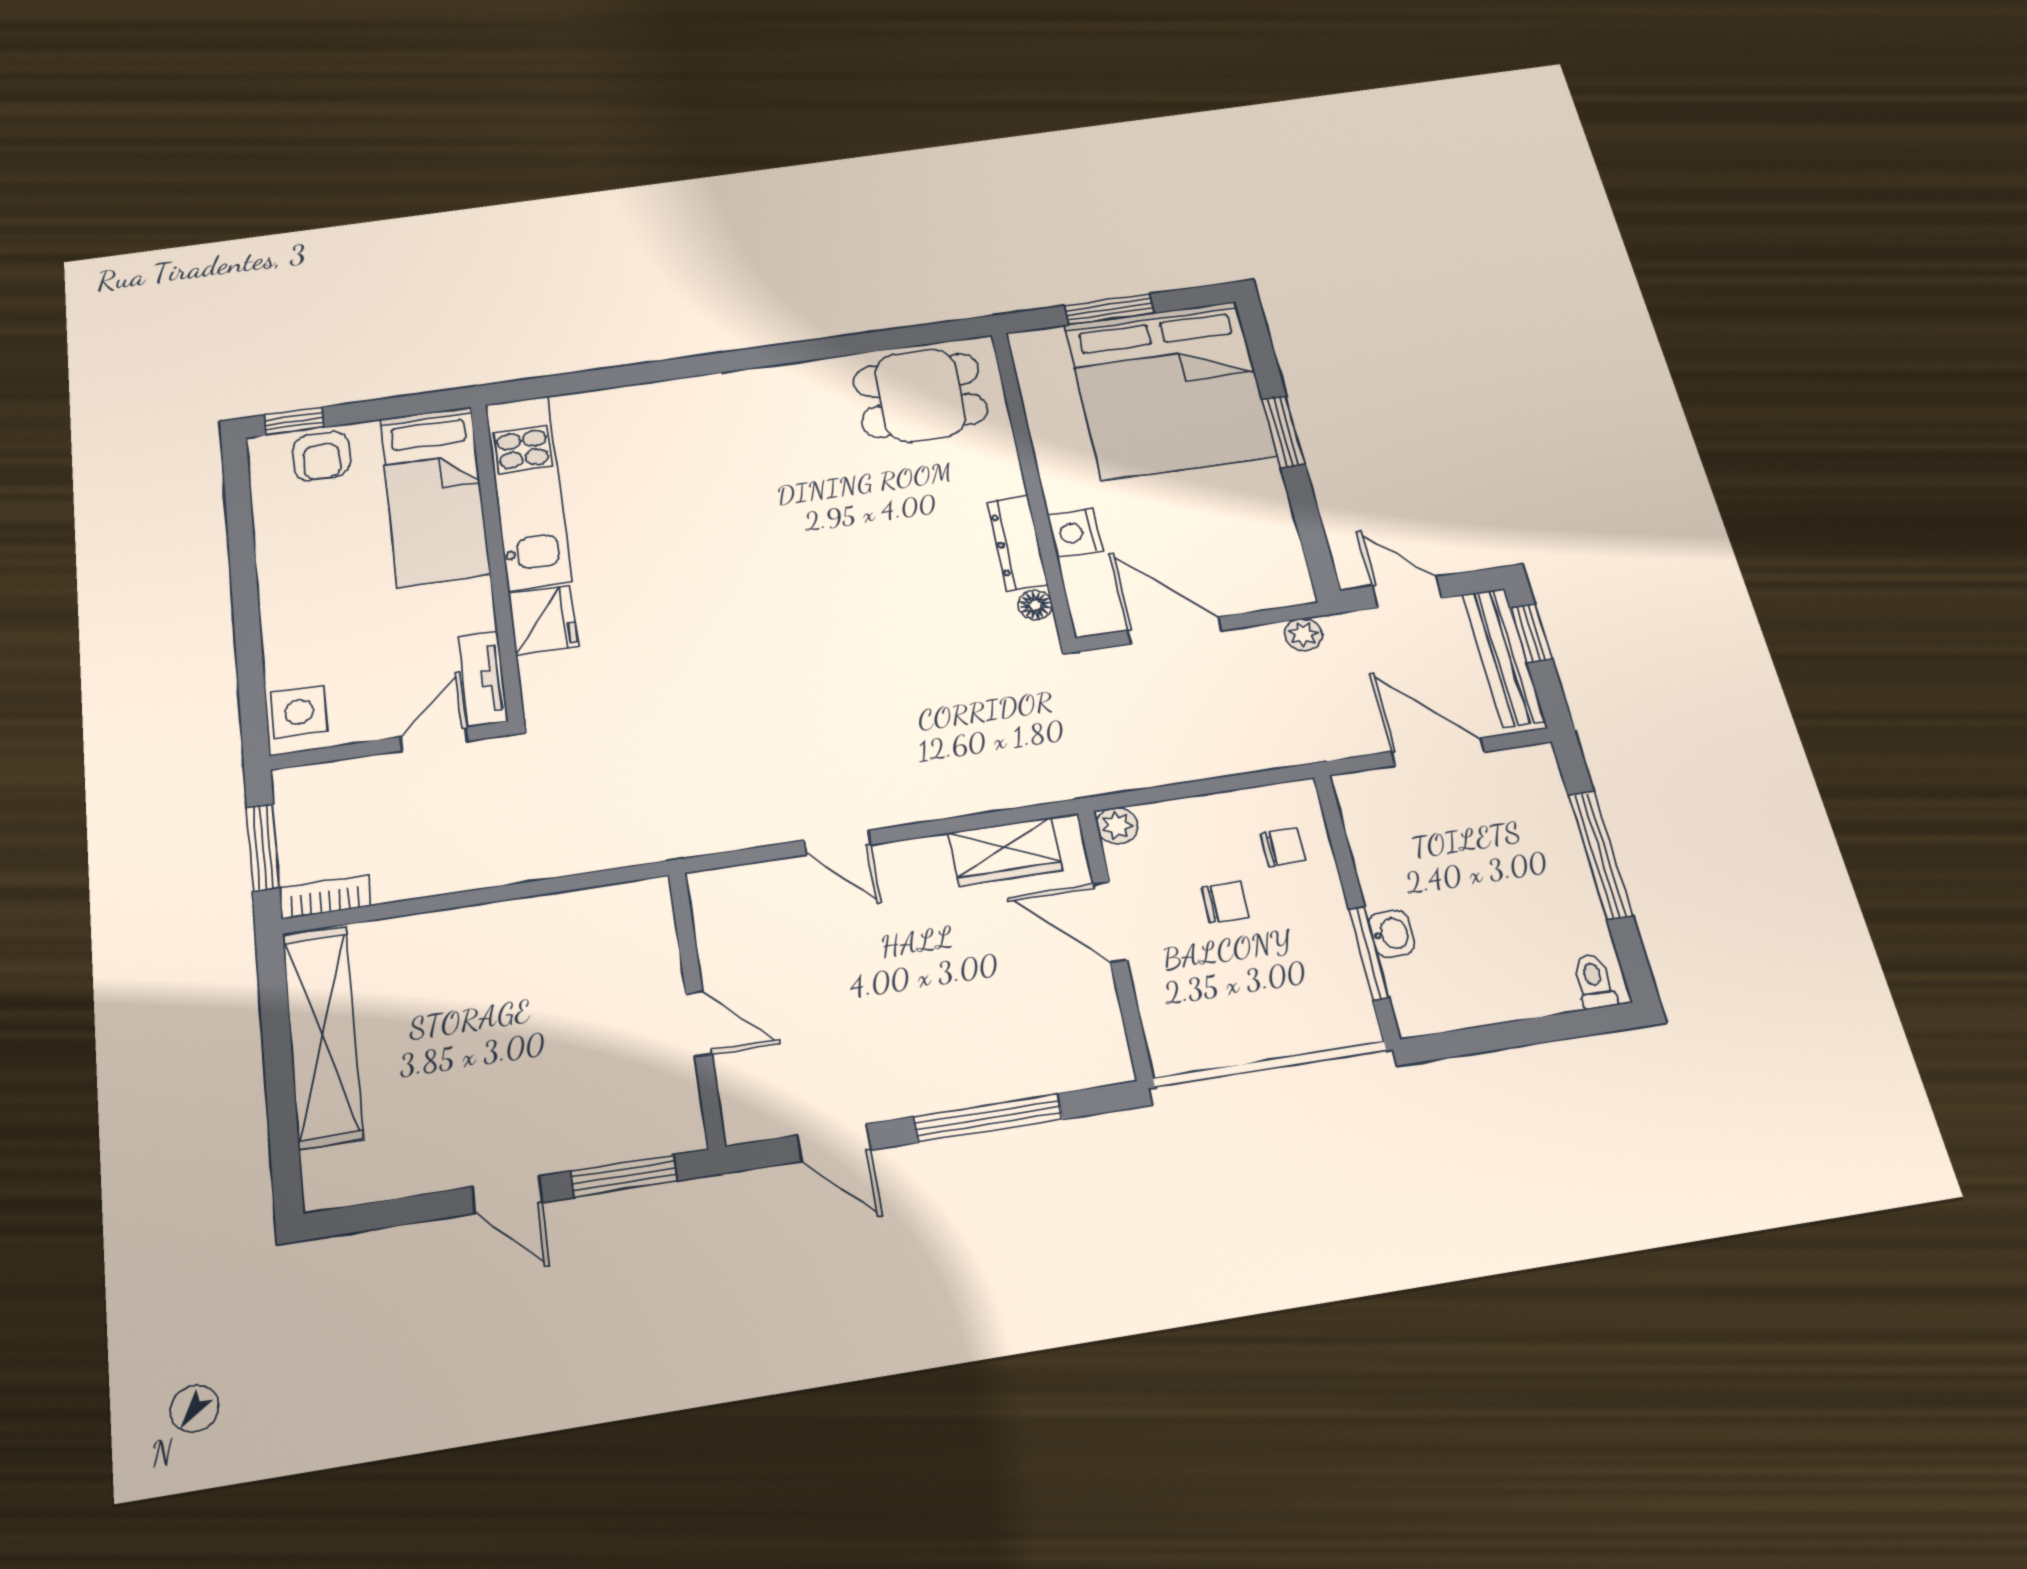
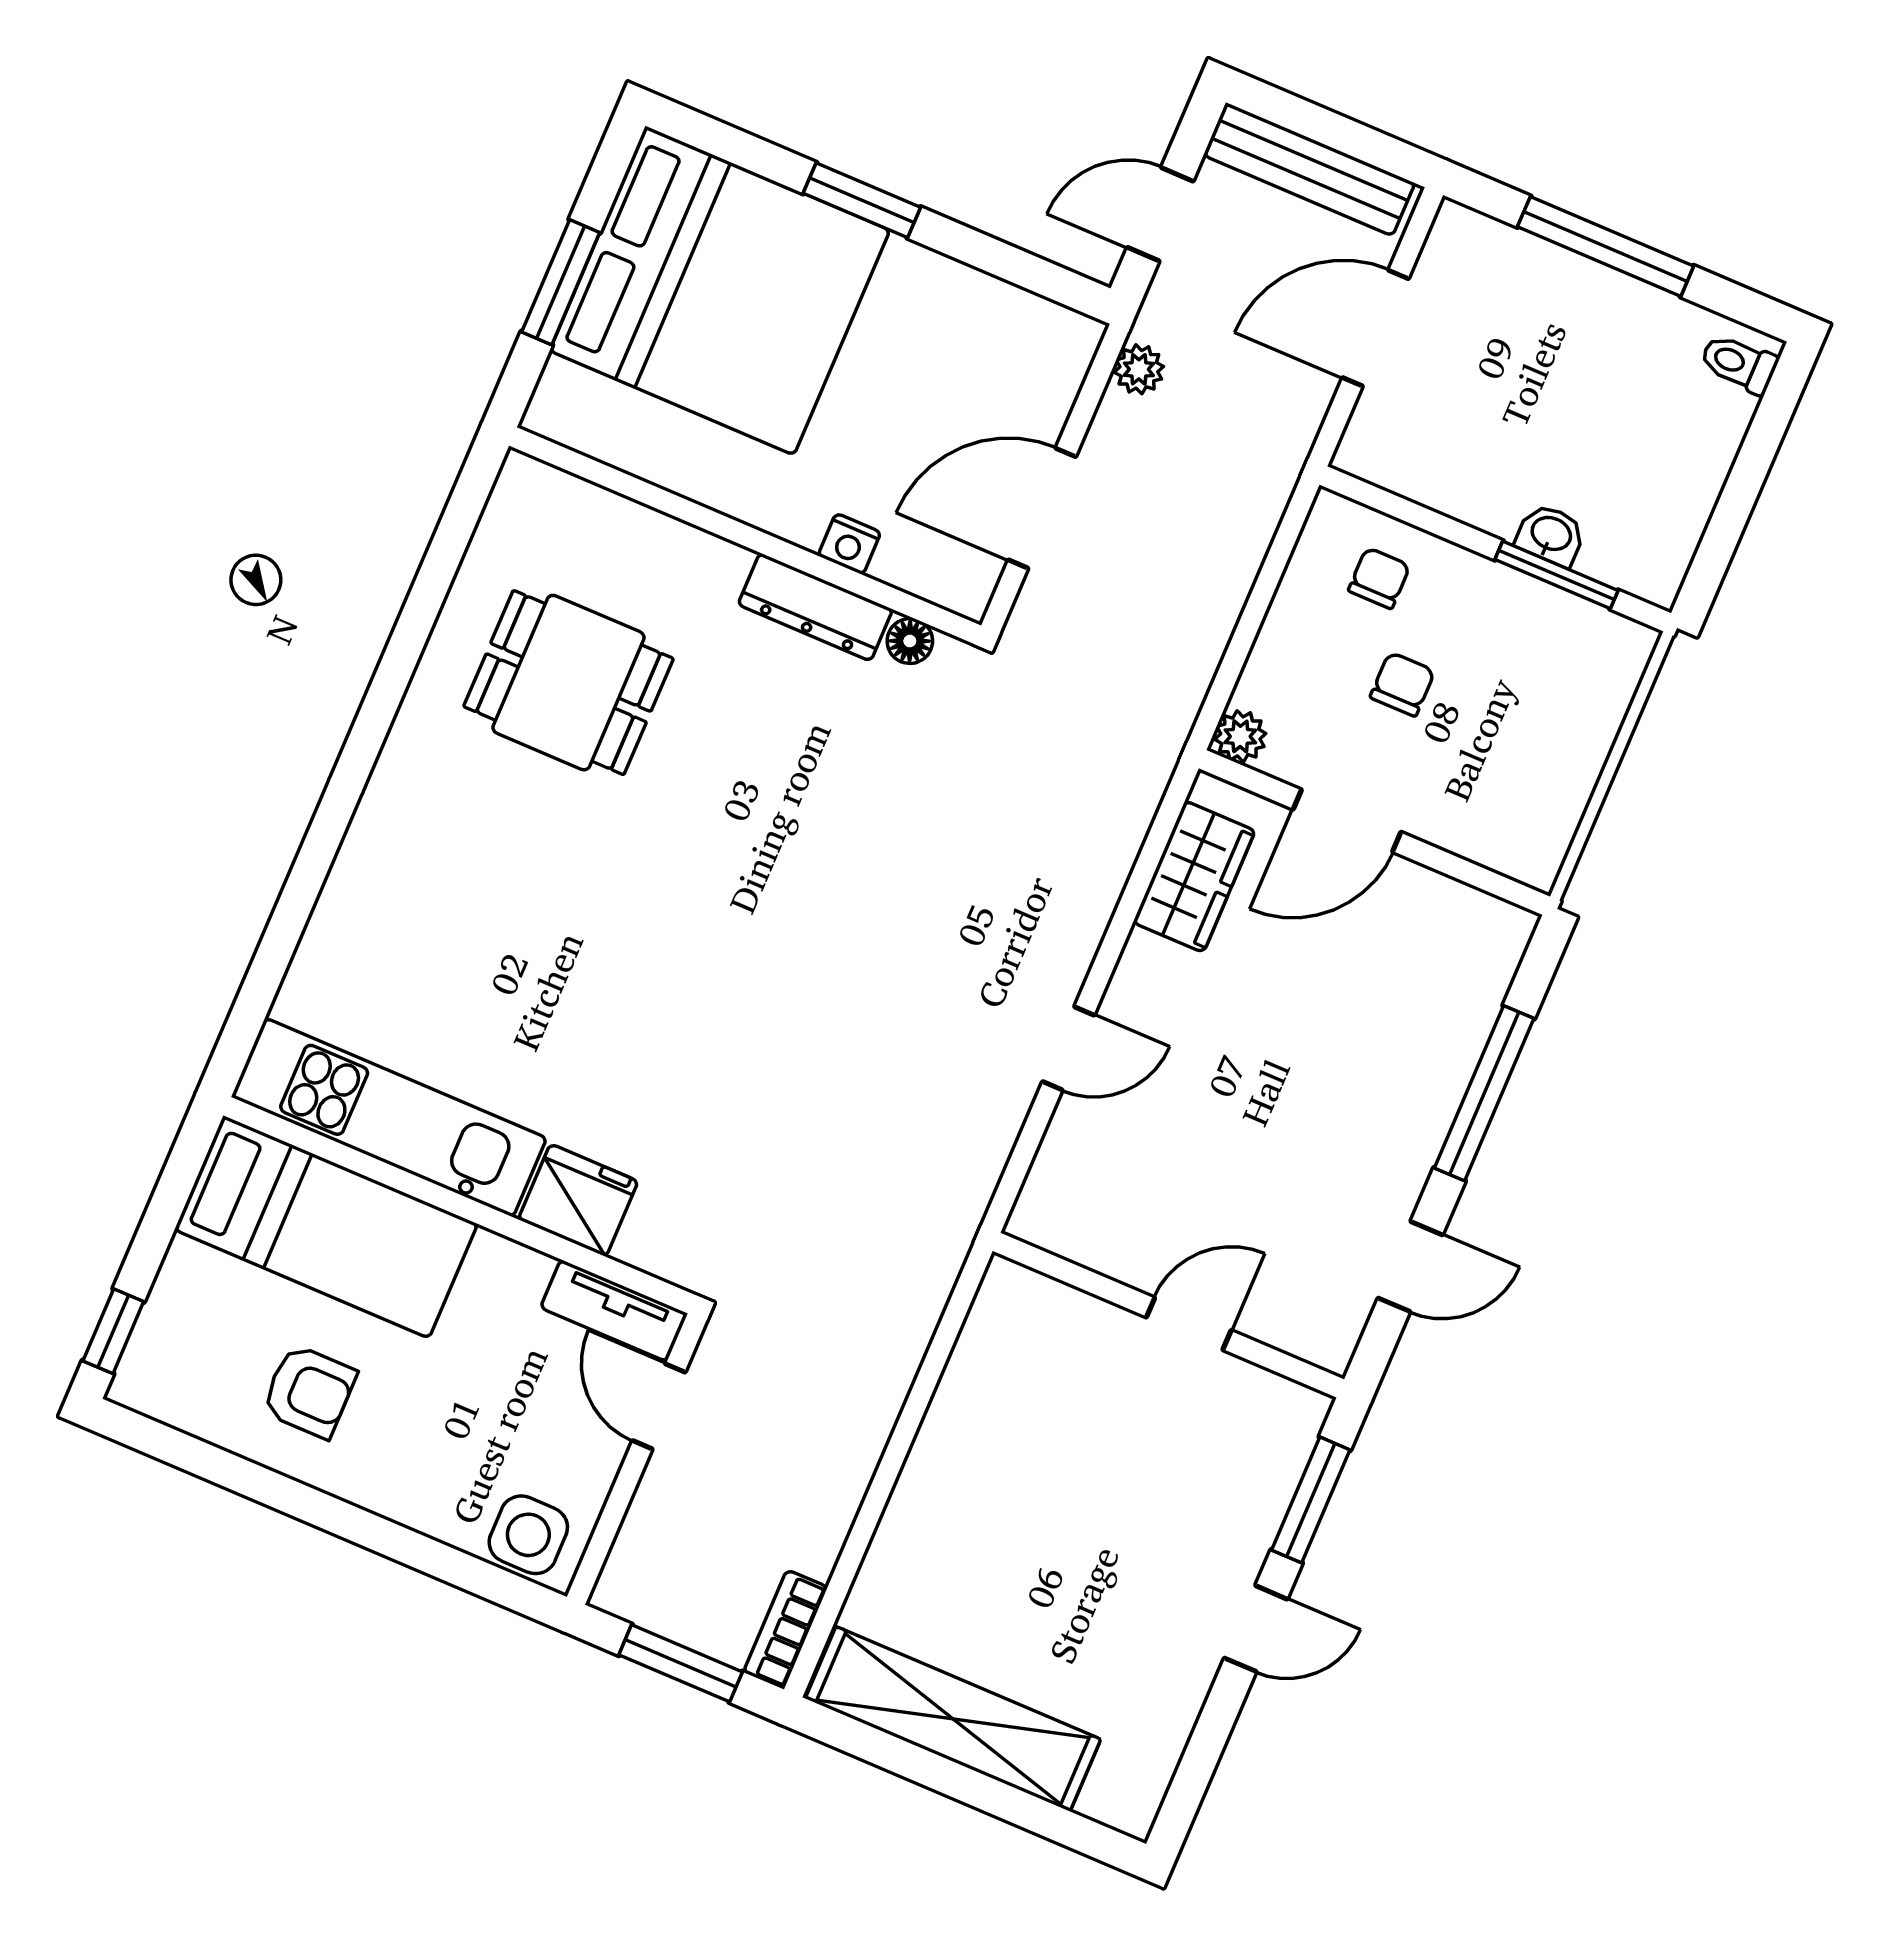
dining table: (920, 395) -> (569, 683), moved, turned 90
armchair: (322, 456) -> (309, 1391), moved
nightstand: (1075, 533) -> (849, 544), width x0.72, depth x0.74
window: (1531, 633) -> (1300, 116), removed

